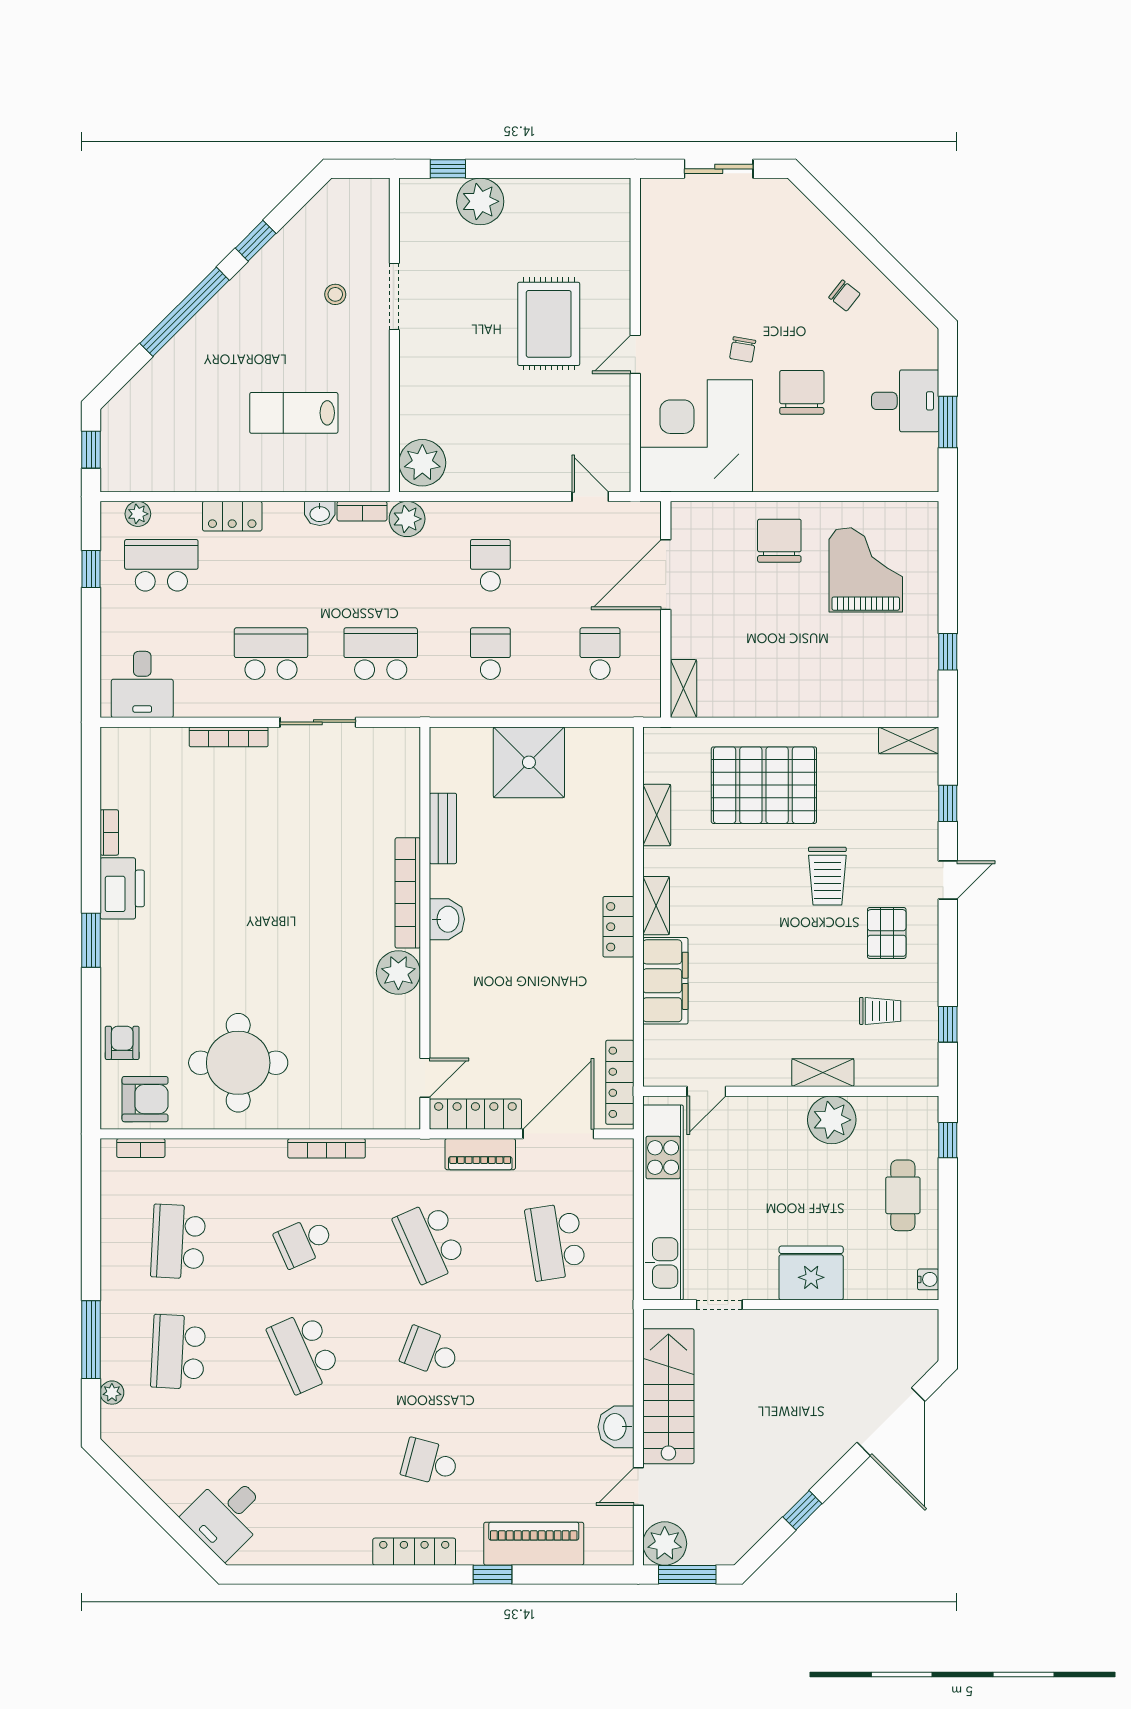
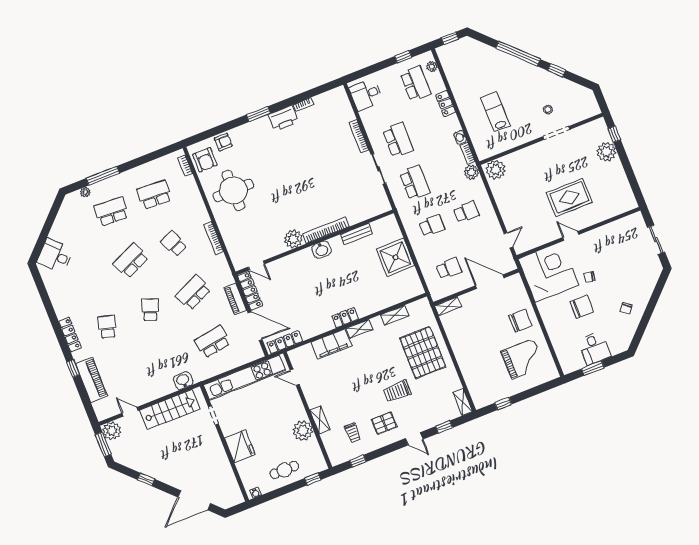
washbasin: (616, 1427) -> (183, 381), moved

